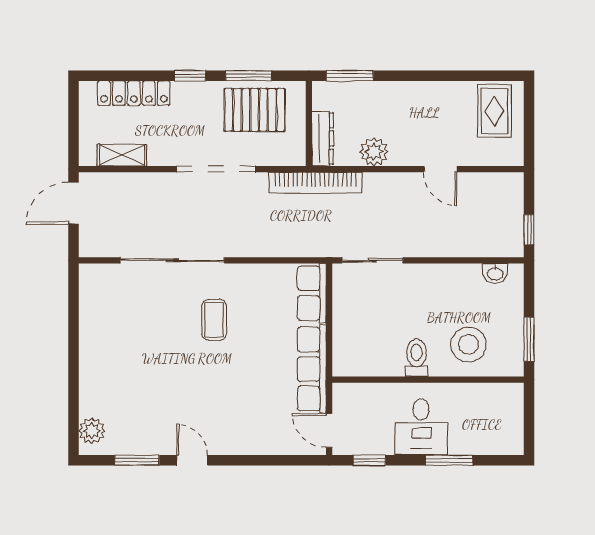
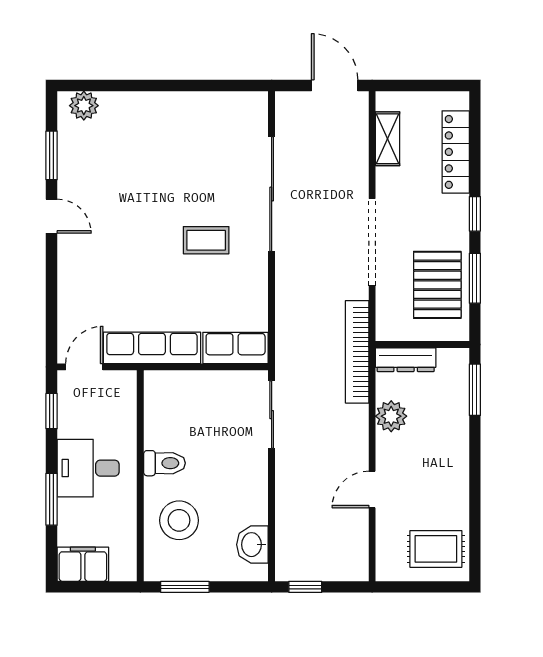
washbasin: (495, 273) -> (252, 545), width x1.38, depth x1.45
filing cabinet: (508, 432) -> (83, 564), added
door: (192, 460) -> (52, 216), hinge flipped

